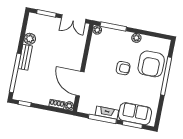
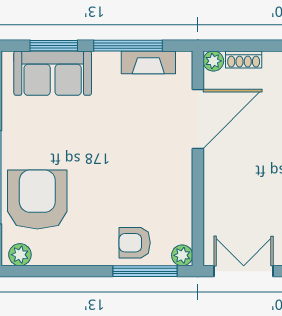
plant: (136, 38) -> (20, 255), moved
armchair: (123, 68) -> (135, 243), moved
door: (80, 84) -> (198, 119), hinge flipped
fireplace: (107, 113) -> (148, 62), moved

